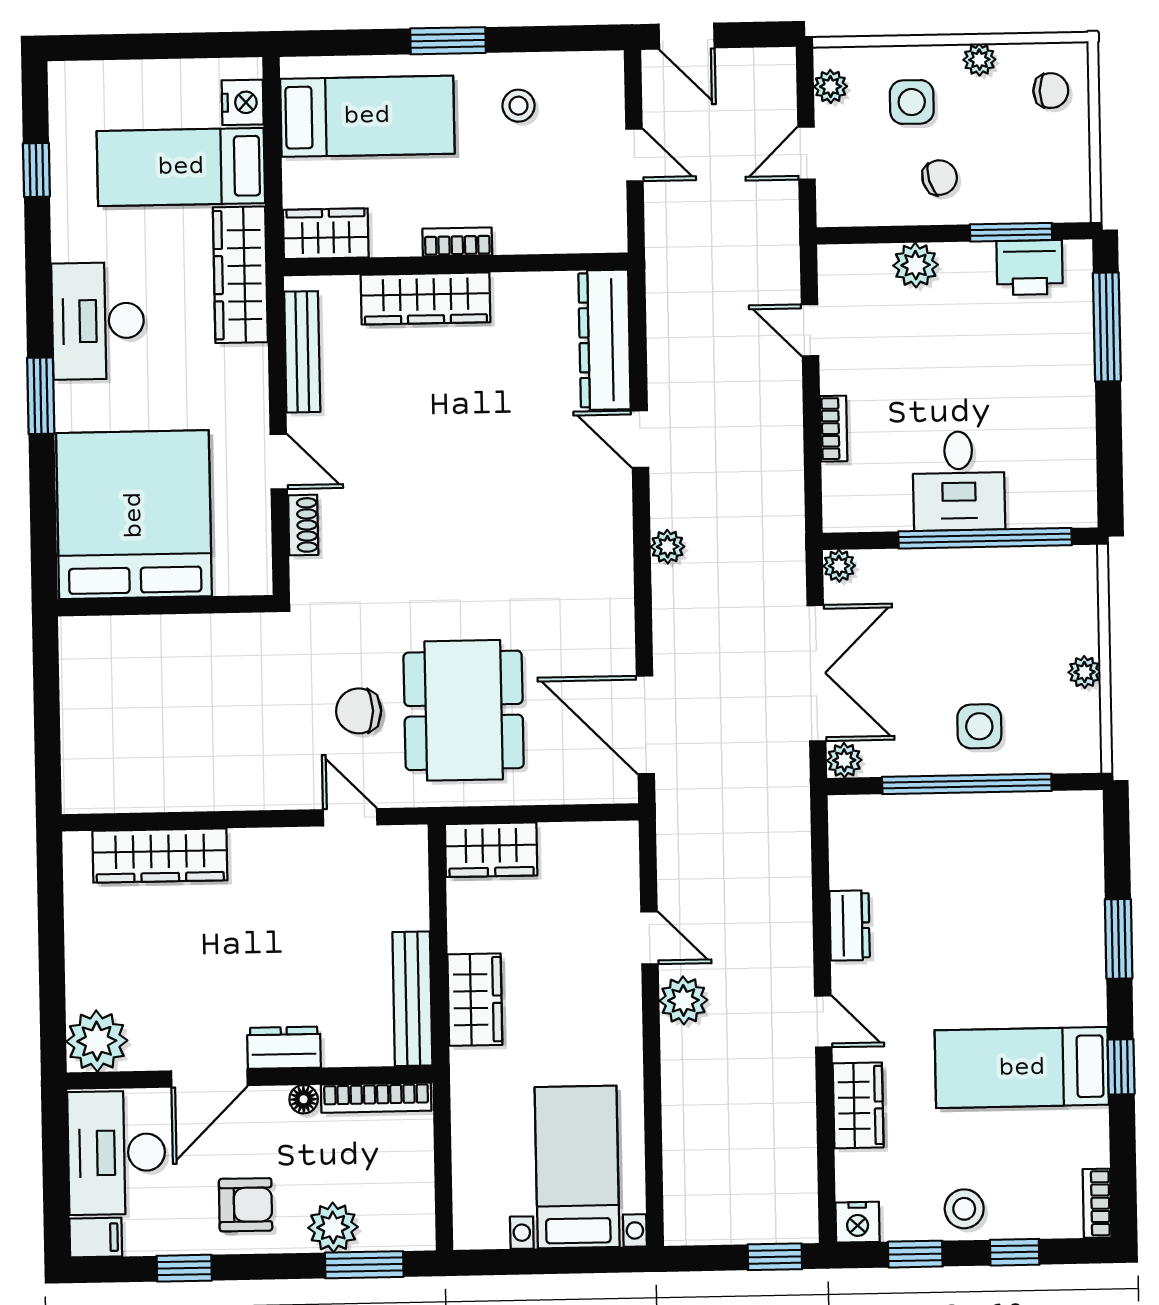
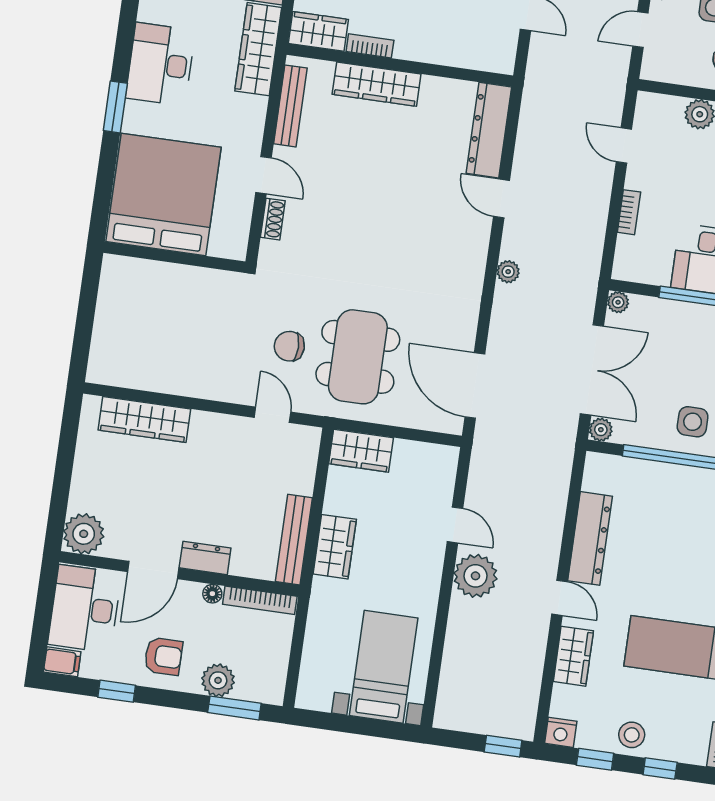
bookcase: (457, 242) -> (370, 46), moved
dresser: (850, 926) -> (590, 538), width x1.96, depth x1.24
plant: (683, 1000) -> (475, 576), width x1.36, depth x1.36

